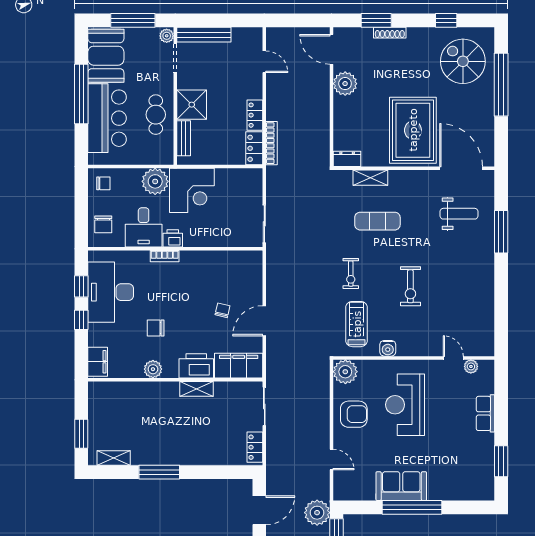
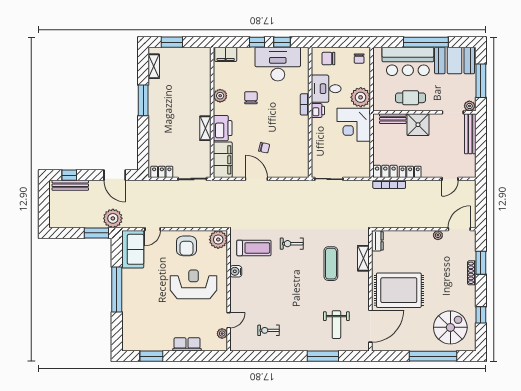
plant: (345, 84) -> (438, 235), width x0.53, depth x0.53
exercise bike: (410, 286) -> (269, 330), moved, width x0.73, depth x0.72
sofa: (401, 486) -> (133, 249), moved

